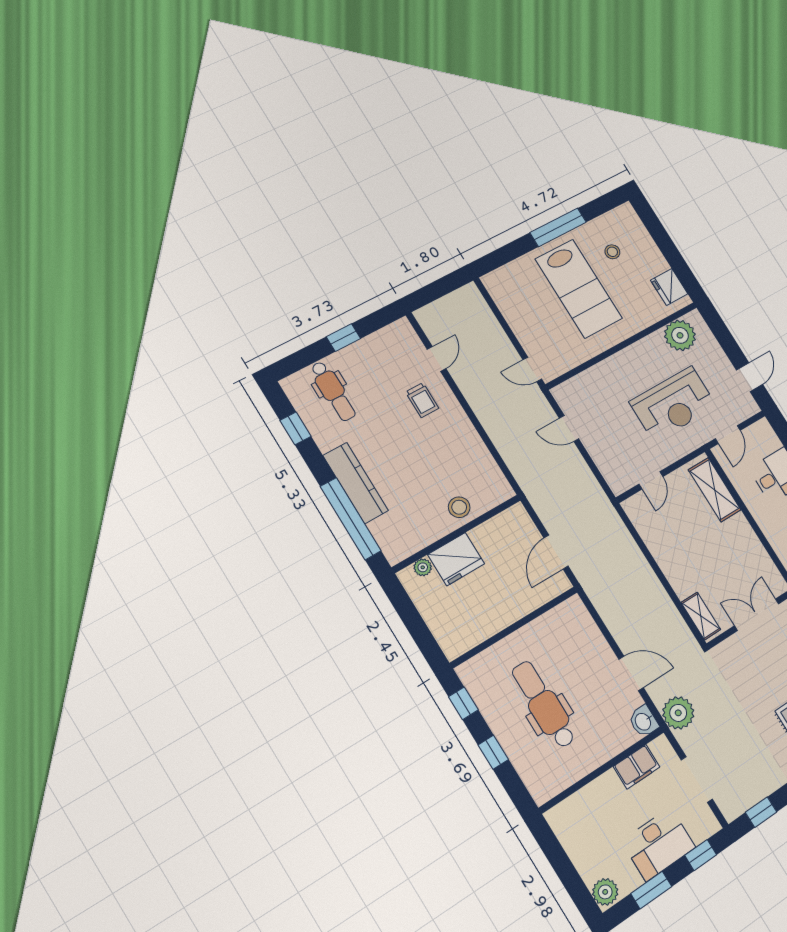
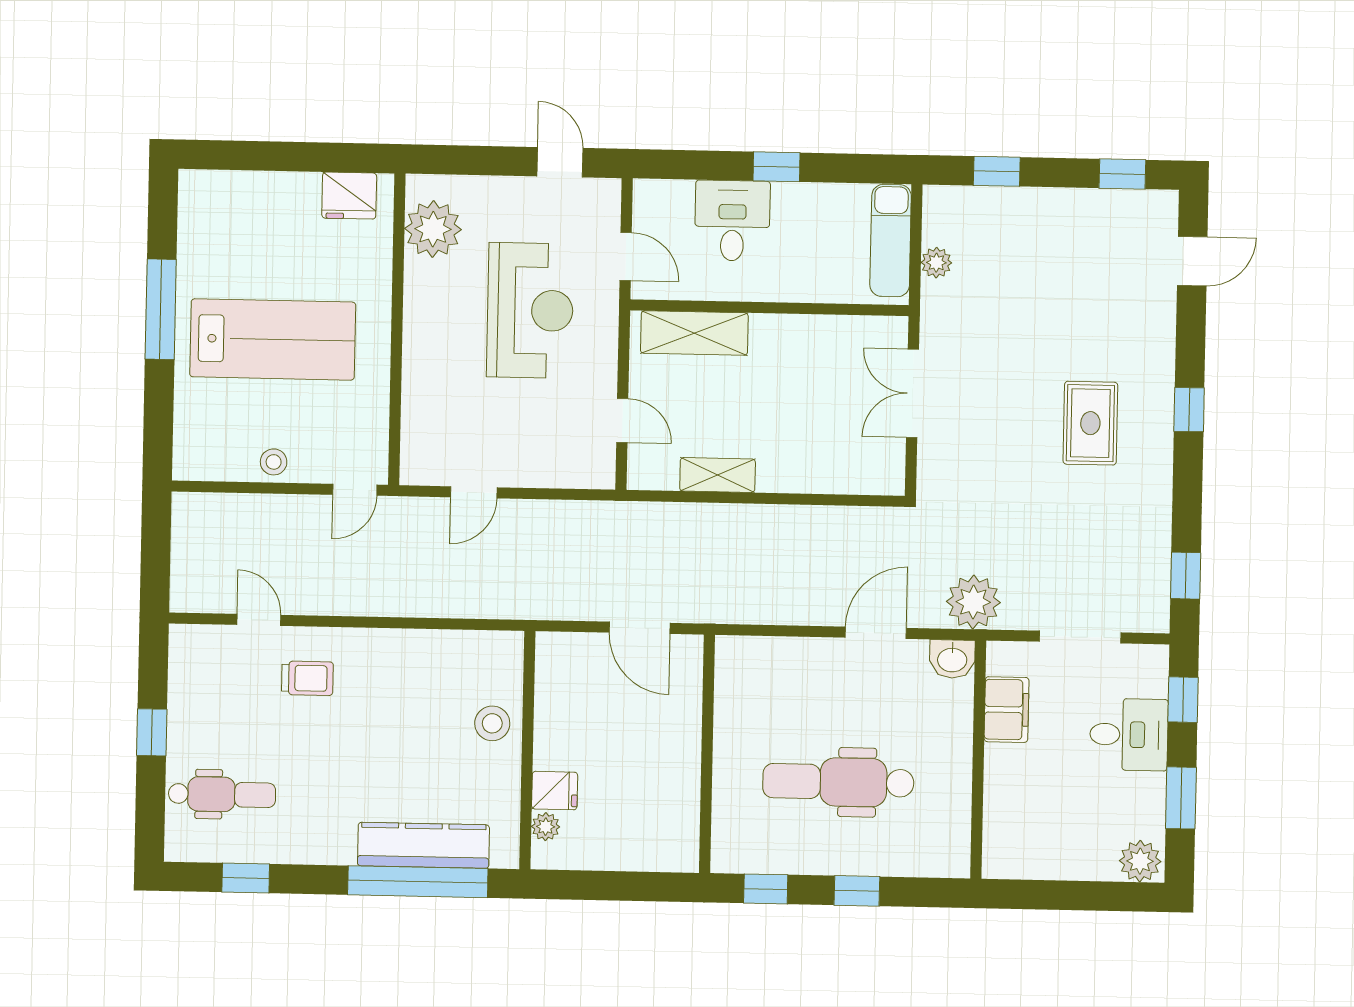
stool: (612, 252) -> (274, 462), moved
kitchen counter: (356, 483) -> (423, 845), moved
fridge: (456, 559) -> (555, 791), width x0.53, depth x0.75
shelving: (701, 616) -> (718, 475), moved
desk: (659, 844) -> (1129, 735), width x0.73

